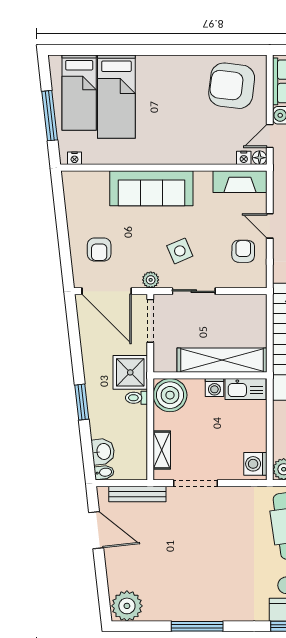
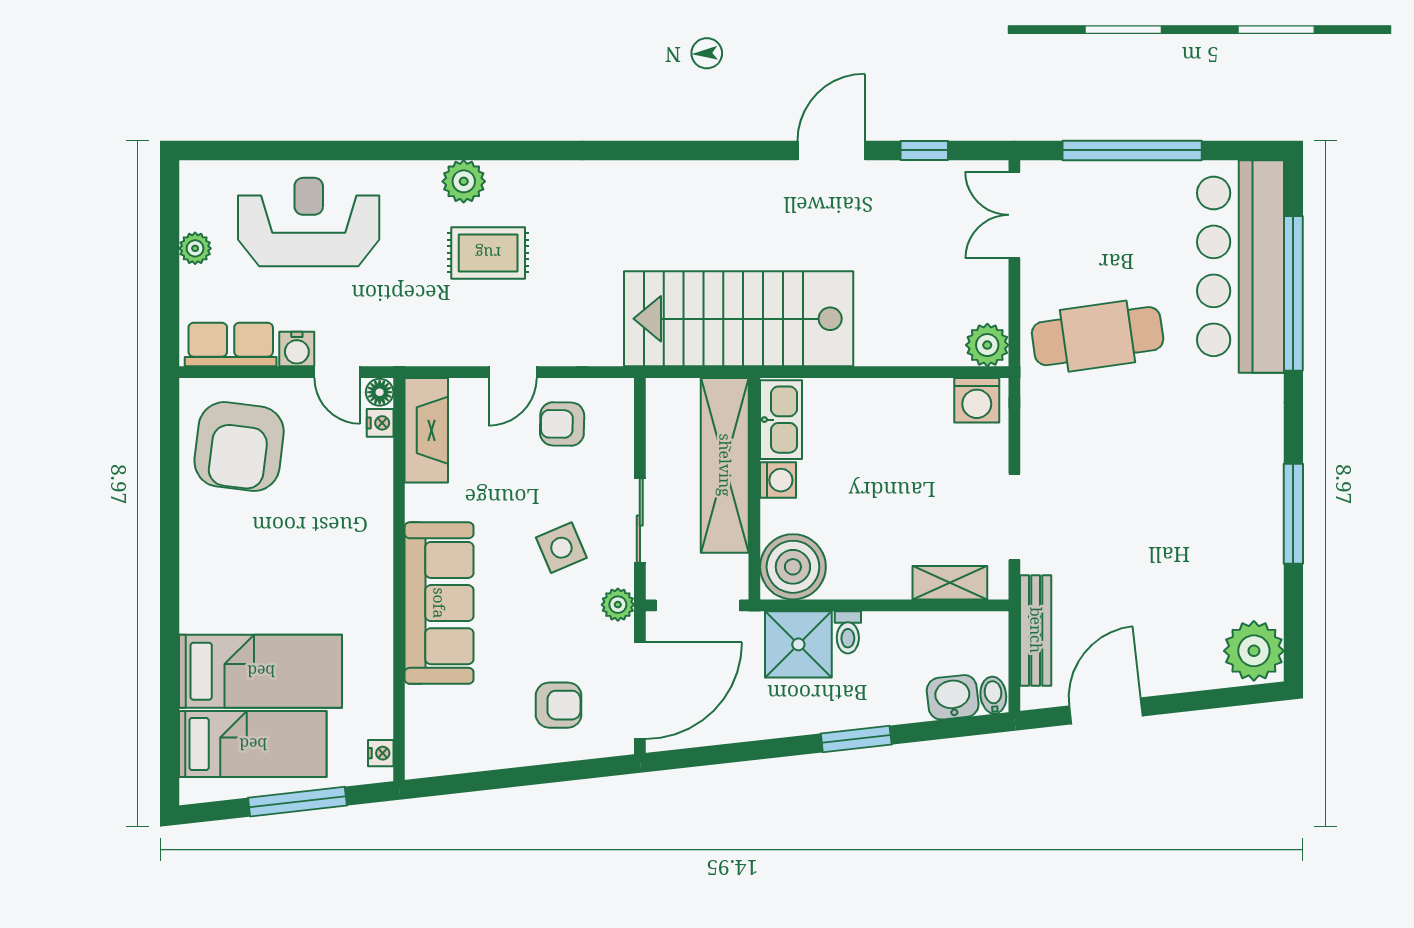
shelving: (222, 360) -> (725, 465), moved
wall: (210, 375) -> (754, 489), moved
washing machine: (214, 387) -> (778, 480), moved
kitchen sink: (245, 389) -> (781, 420), moved
boiler: (170, 395) -> (793, 567), moved

